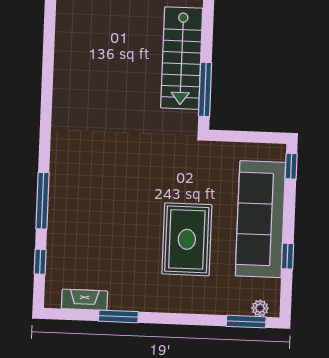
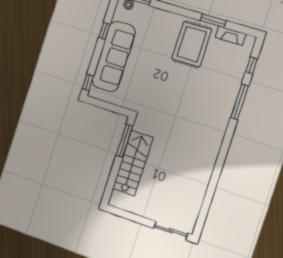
rug: (187, 239) -> (192, 44), moved

